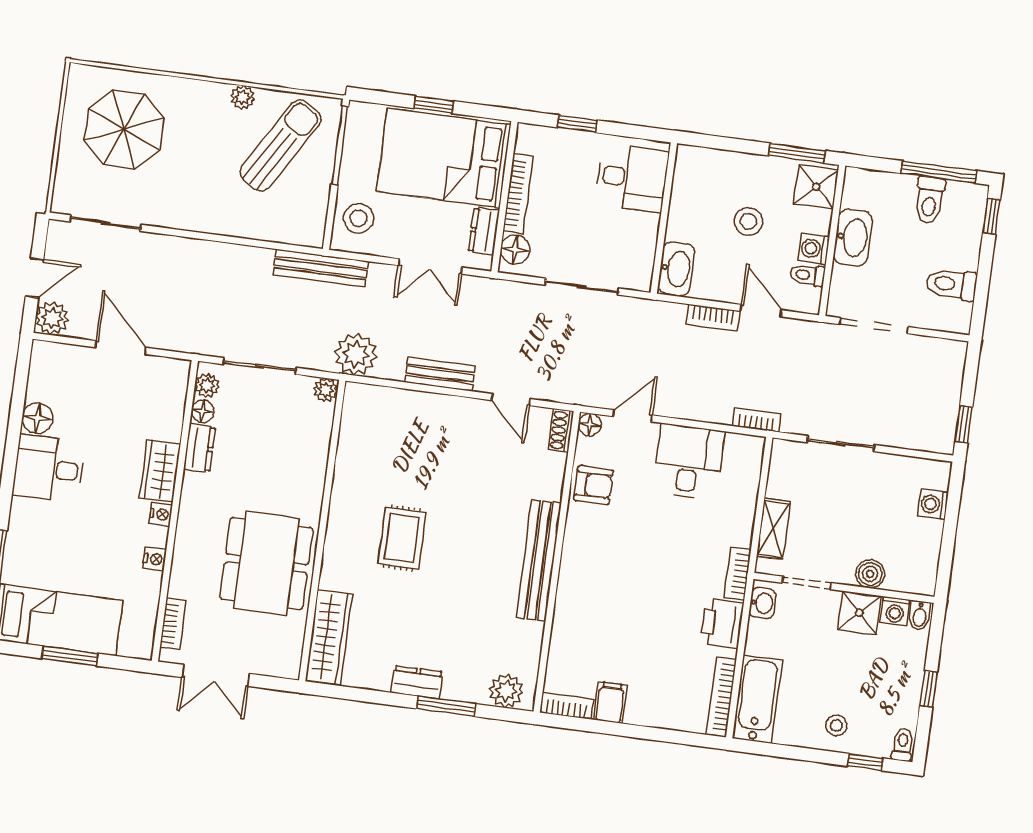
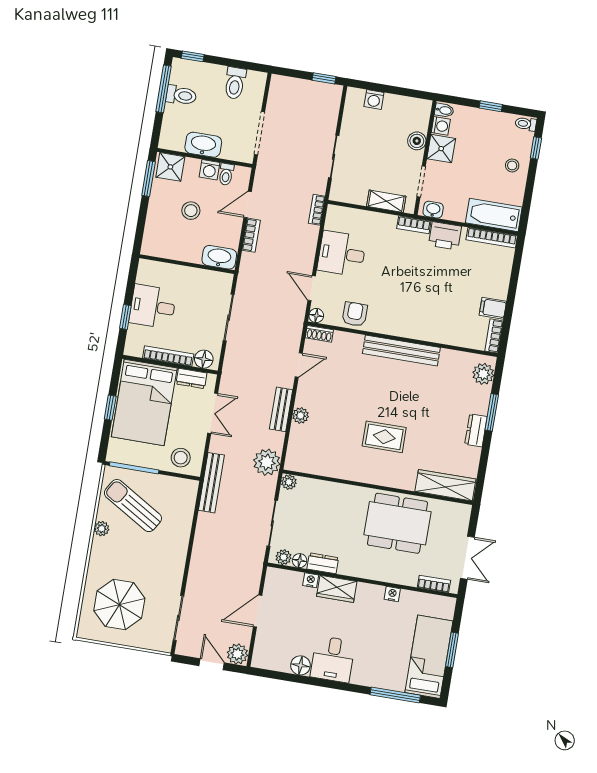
desk: (632, 178) -> (153, 307), moved, turned -90
plant: (431, 405) -> (300, 415), added
nightstand: (161, 514) -> (311, 580), moved

